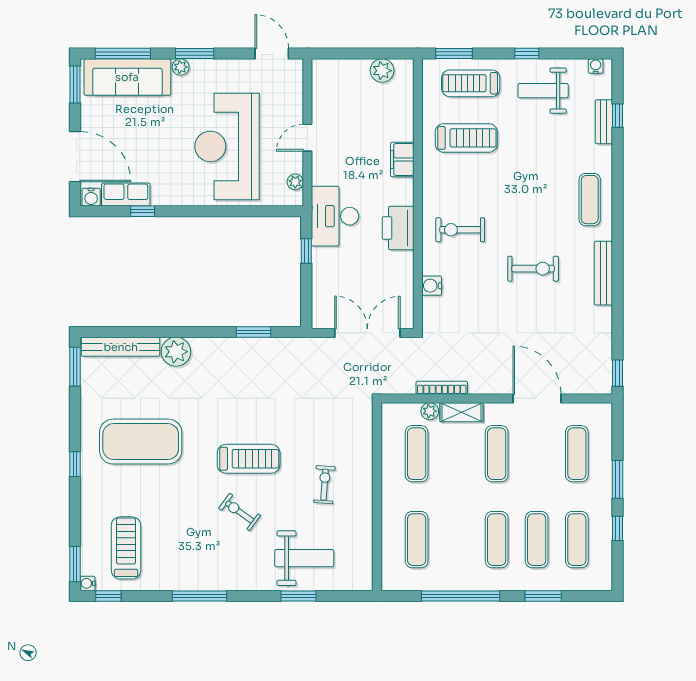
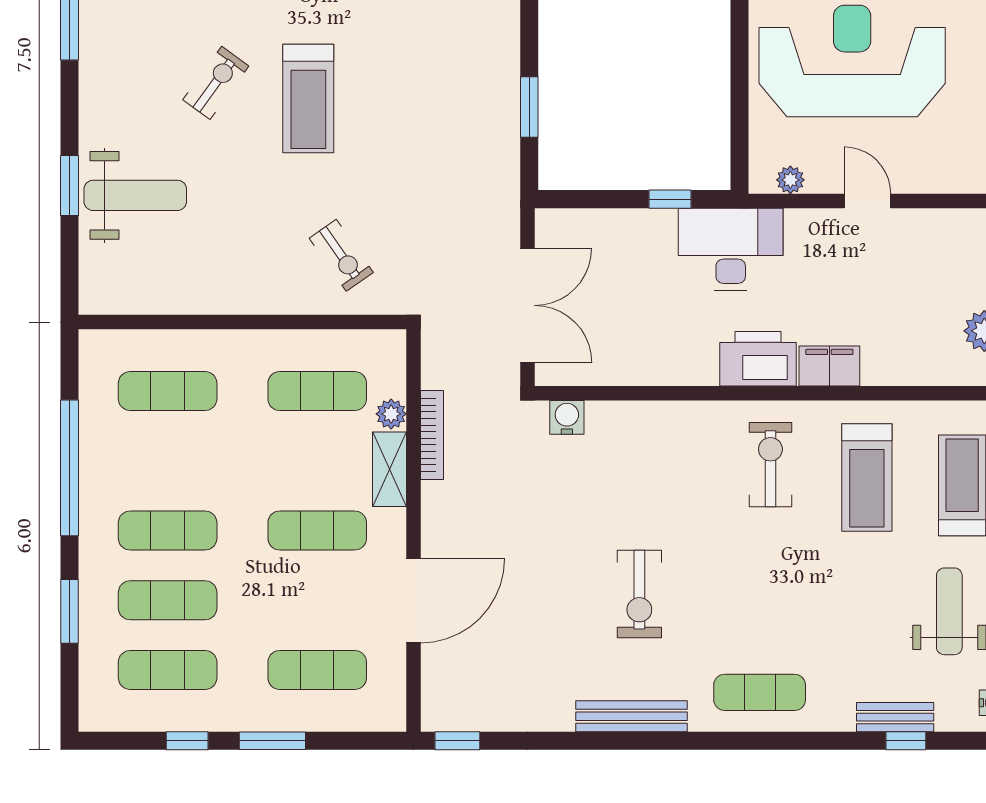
printer: (398, 228) -> (758, 359), moved
exercise bike: (460, 230) -> (770, 465), moved
water cooler: (432, 286) -> (567, 417), moved
exercise bike: (324, 485) -> (341, 255), moved, turned 51
weight bench: (304, 558) -> (135, 195), turned -90

